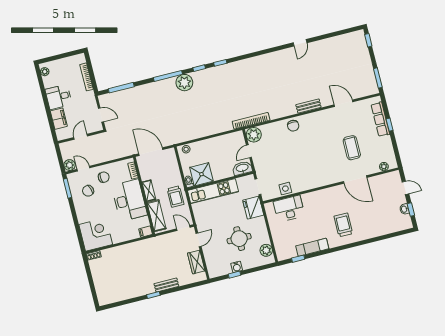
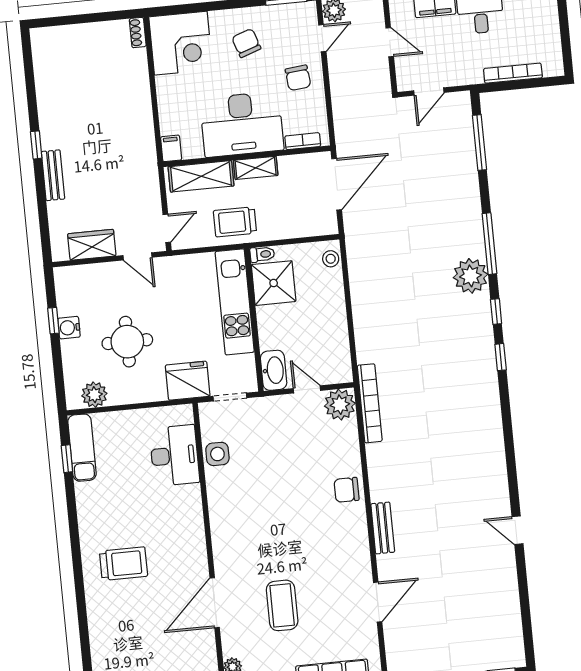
coffee table: (352, 148) -> (282, 605), turned 90
chair: (88, 191) -> (246, 43), moved
exam couch: (312, 247) -> (82, 448), moved

